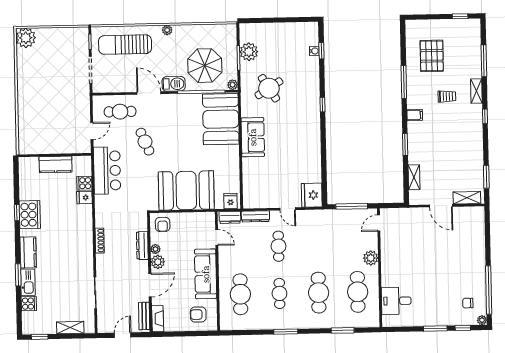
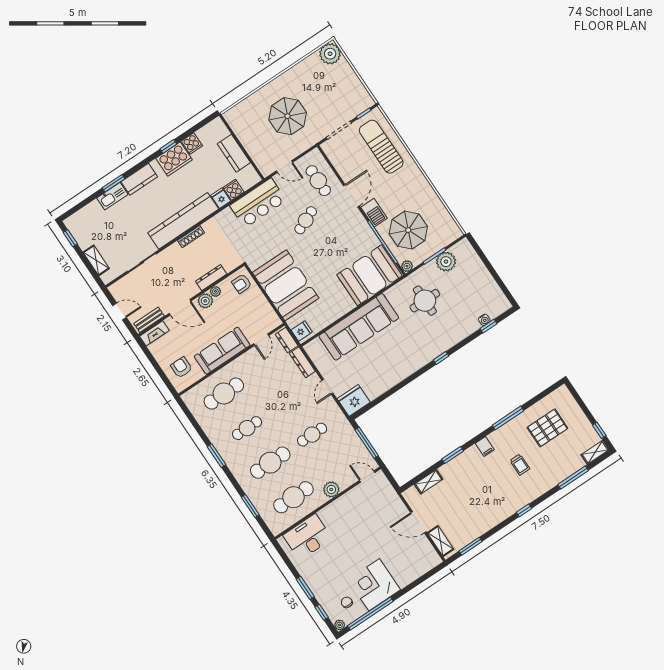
plant: (167, 30) -> (418, 176), removed
round table: (269, 88) -> (425, 301), turned 32
shelving: (476, 91) -> (595, 452), moved
parasol: (53, 103) -> (288, 116), added
sofa: (253, 137) -> (359, 327), width x1.85, depth x1.27
door: (441, 206) -> (418, 522), hinge flipped
kitchen counter: (83, 239) -> (183, 221), added
cafe table: (278, 246) -> (312, 435), moved
corner desk: (468, 272) -> (374, 585), added
desk: (396, 301) -> (308, 537), width x1.37
cooker: (29, 304) -> (192, 143), moved

